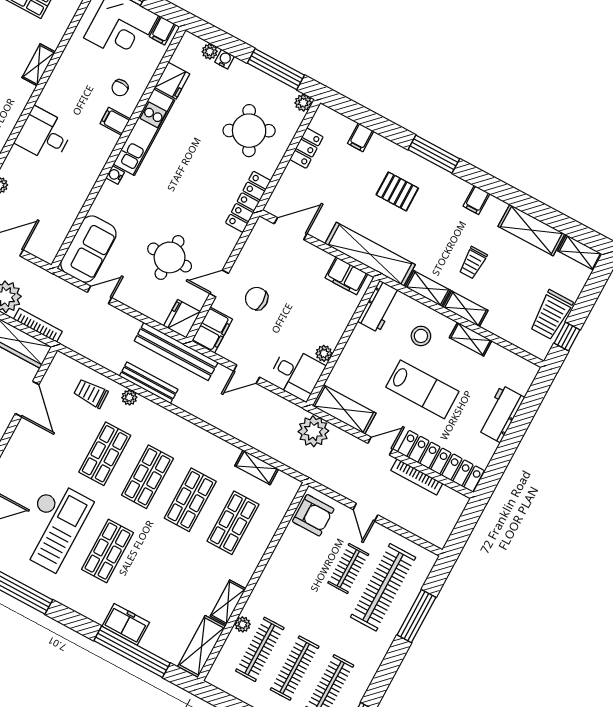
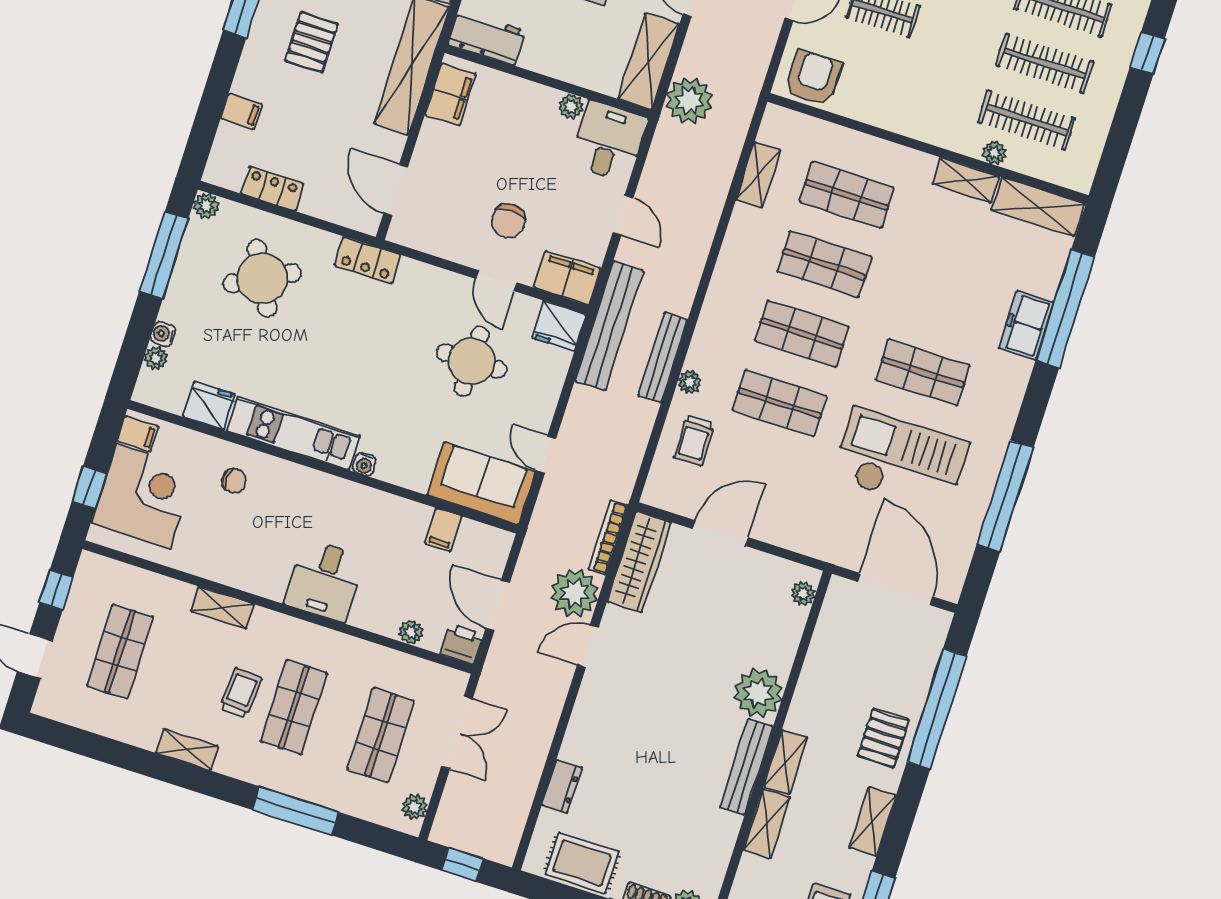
filing cabinet: (115, 121) -> (443, 530), moved
locker: (248, 202) -> (368, 260), width x0.66

